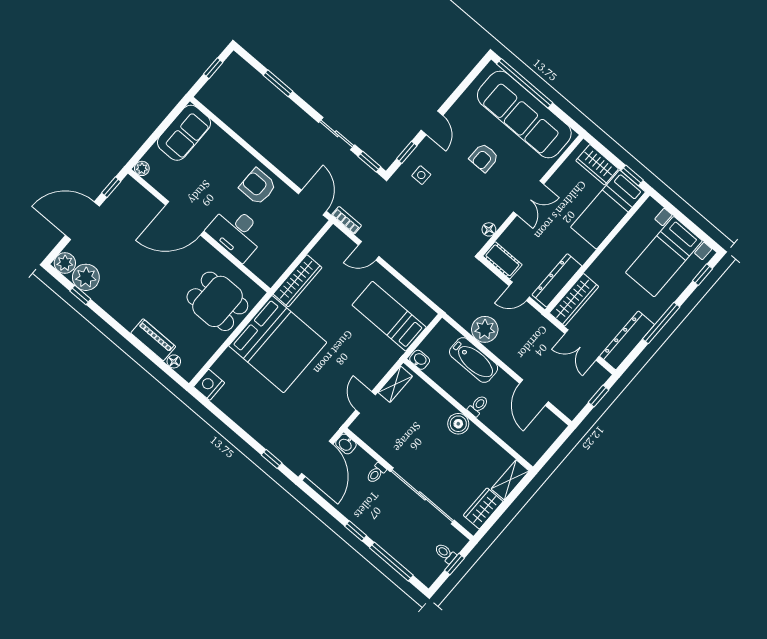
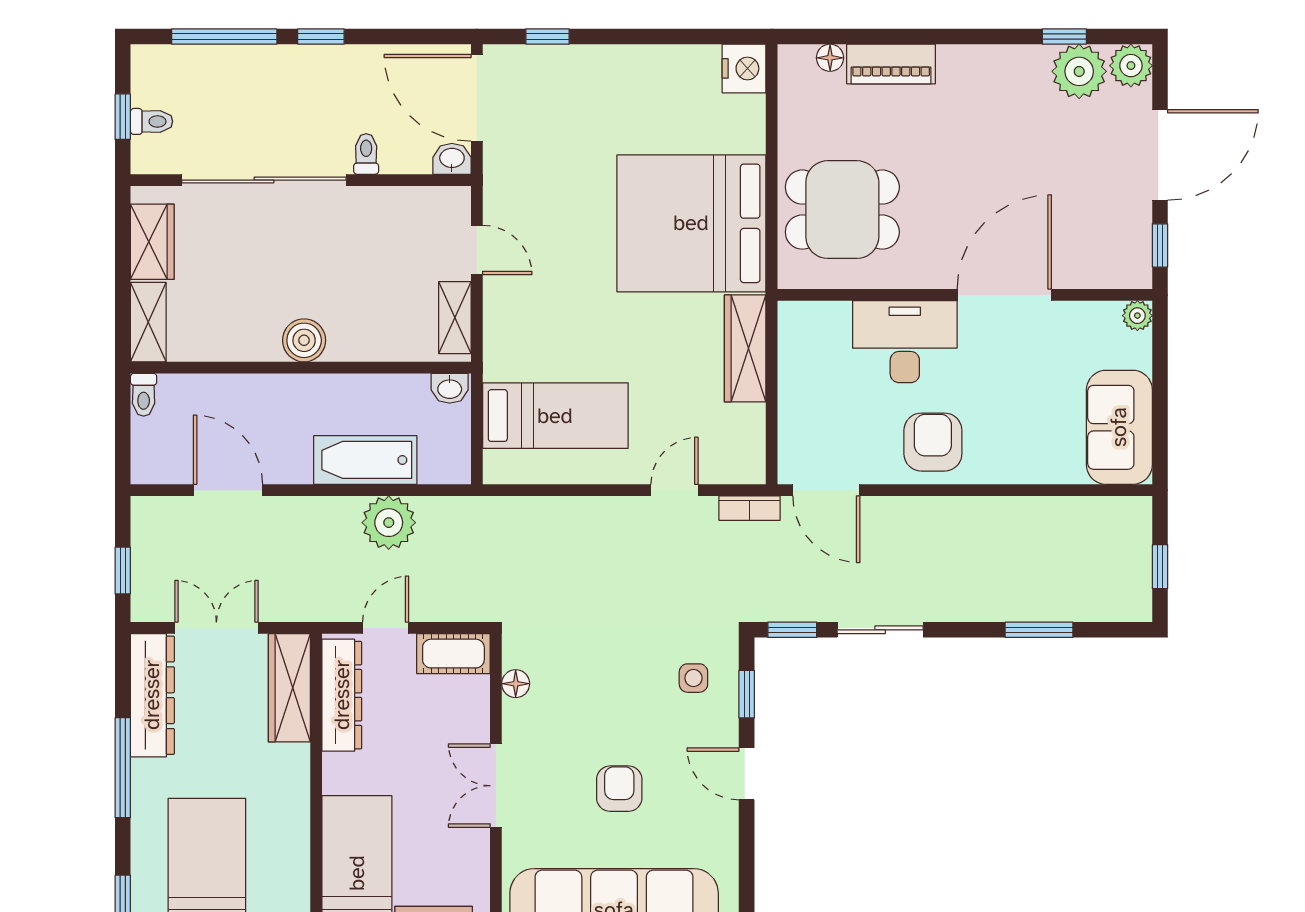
armchair: (258, 186) -> (933, 442), turned -90
toilet: (478, 406) -> (144, 395), moved

